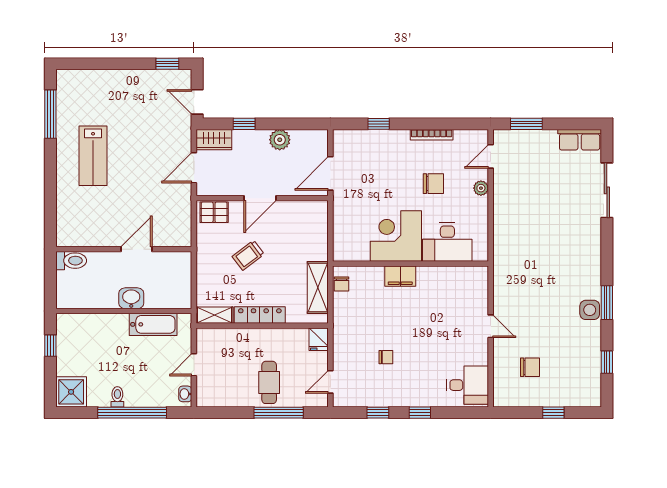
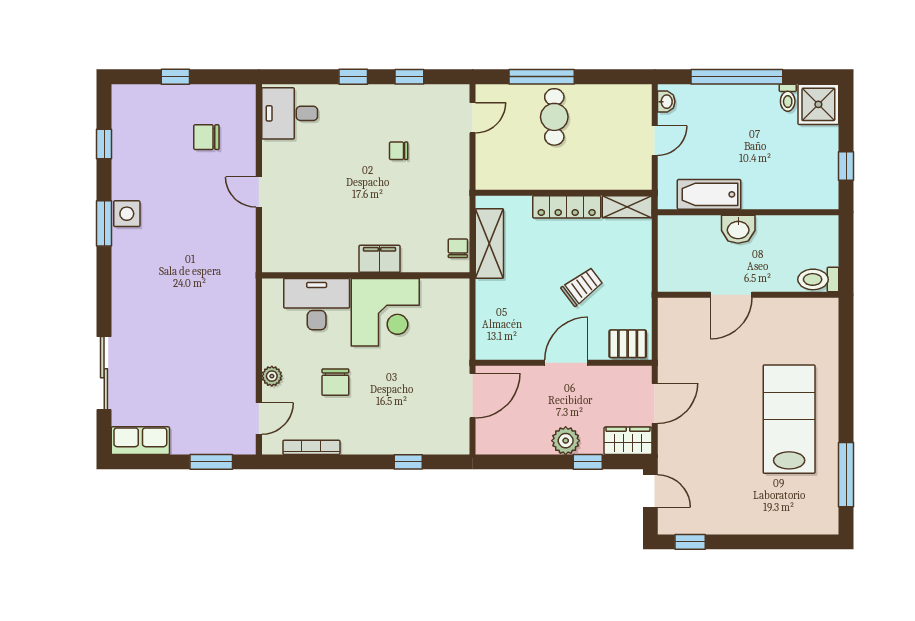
bookcase: (432, 135) -> (311, 447), moved
plant: (280, 140) -> (566, 441), moved
lab bench: (93, 156) -> (789, 419), width x1.36, depth x1.39
chair: (433, 184) -> (335, 382), turned -90
fridge: (319, 339) -> (488, 175), removed
toilet: (117, 397) -> (788, 98), moved

